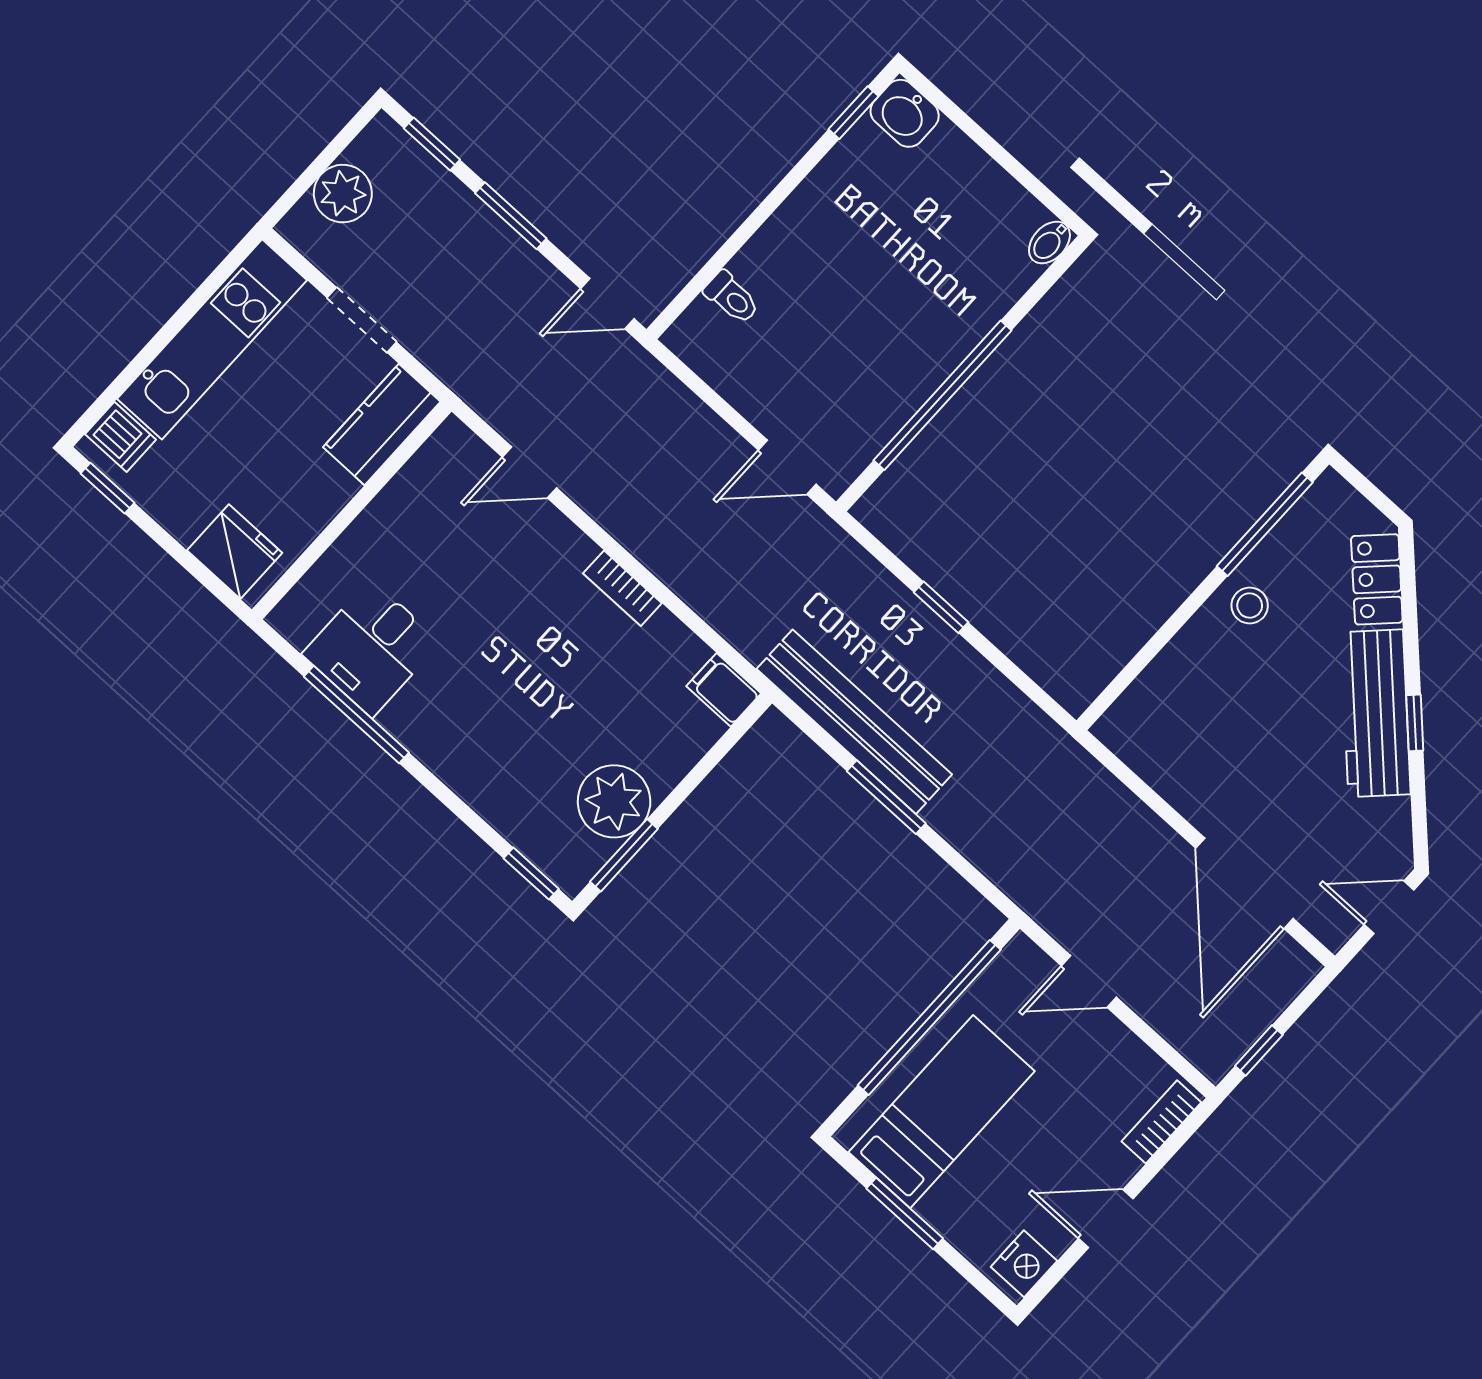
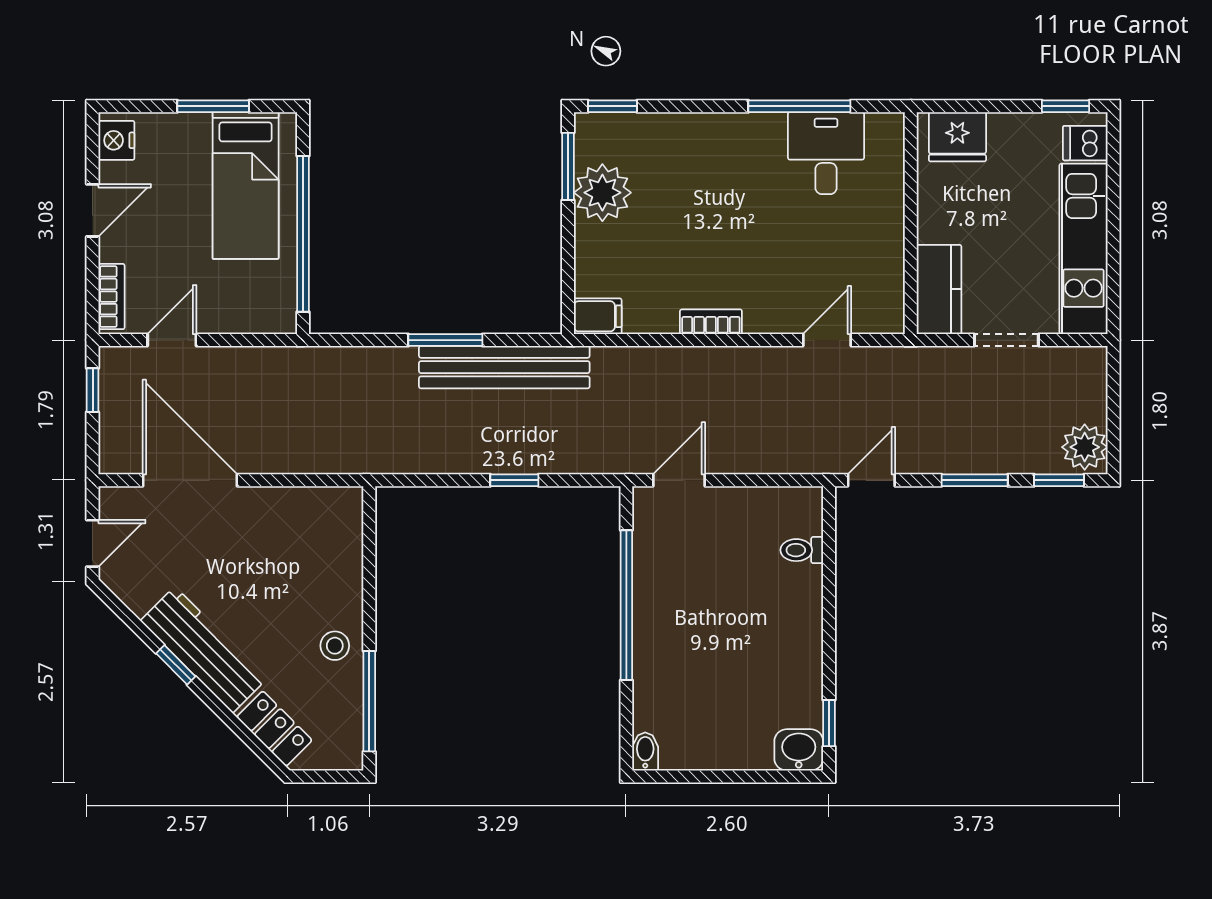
plant: (343, 194) -> (1085, 447), moved
door: (1089, 982) -> (172, 340), moved

